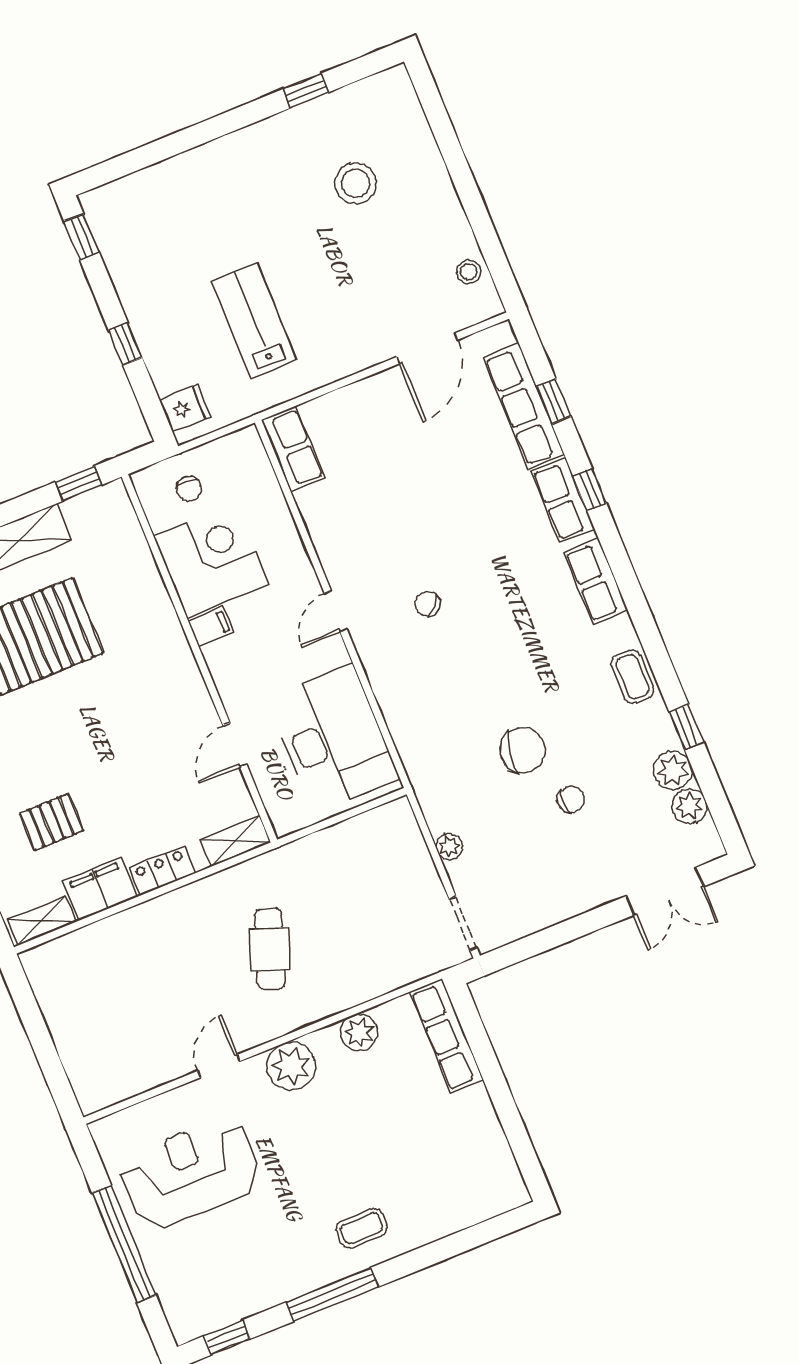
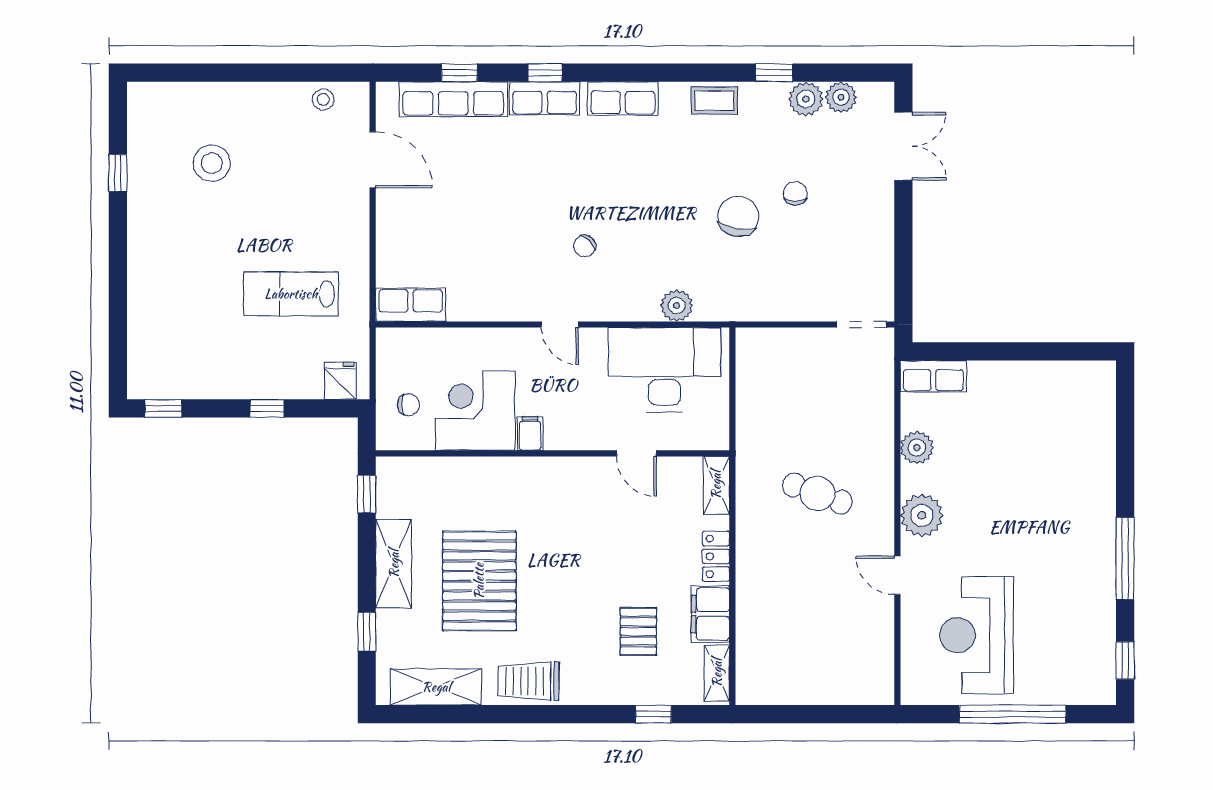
plant: (449, 847) -> (677, 306), moved, width x1.38, depth x1.38
row of seats: (446, 1036) -> (933, 376), width x0.68
coffee table: (362, 1228) -> (1080, 512), removed

